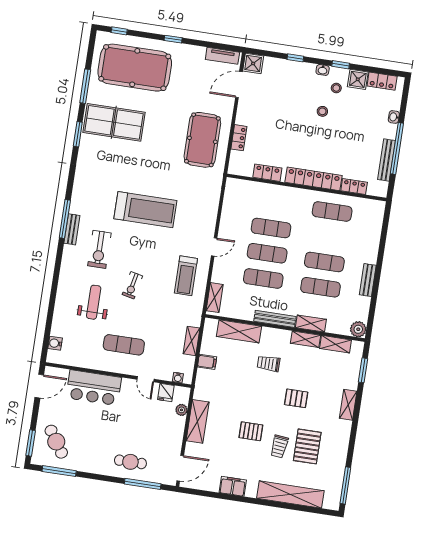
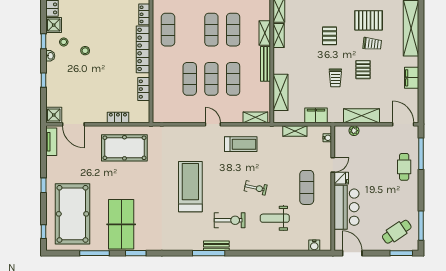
filing cabinet: (207, 362) -> (316, 115), width x2.00
trolley: (269, 364) -> (335, 78), moved
fridge: (166, 392) -> (341, 178), moved

